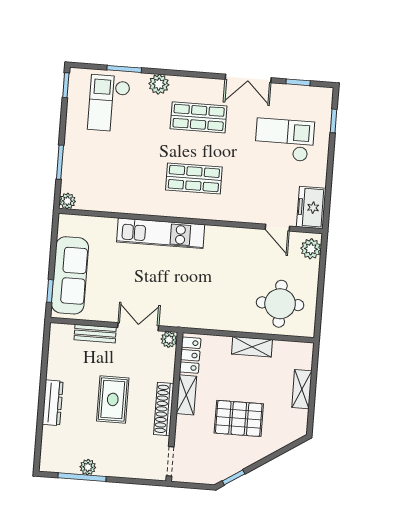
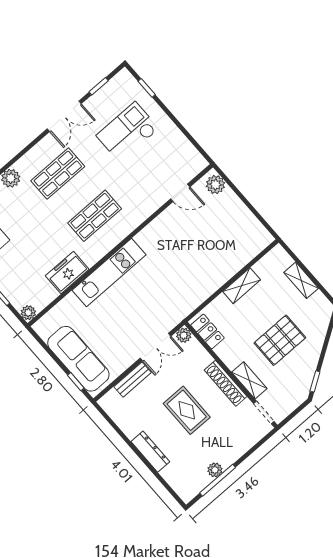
freezer: (311, 207) -> (67, 272), moved, turned 90
round table: (280, 304) -> (232, 240), removed
double door: (138, 327) -> (155, 347), swing flipped
shelving: (186, 395) -> (249, 380), moved

